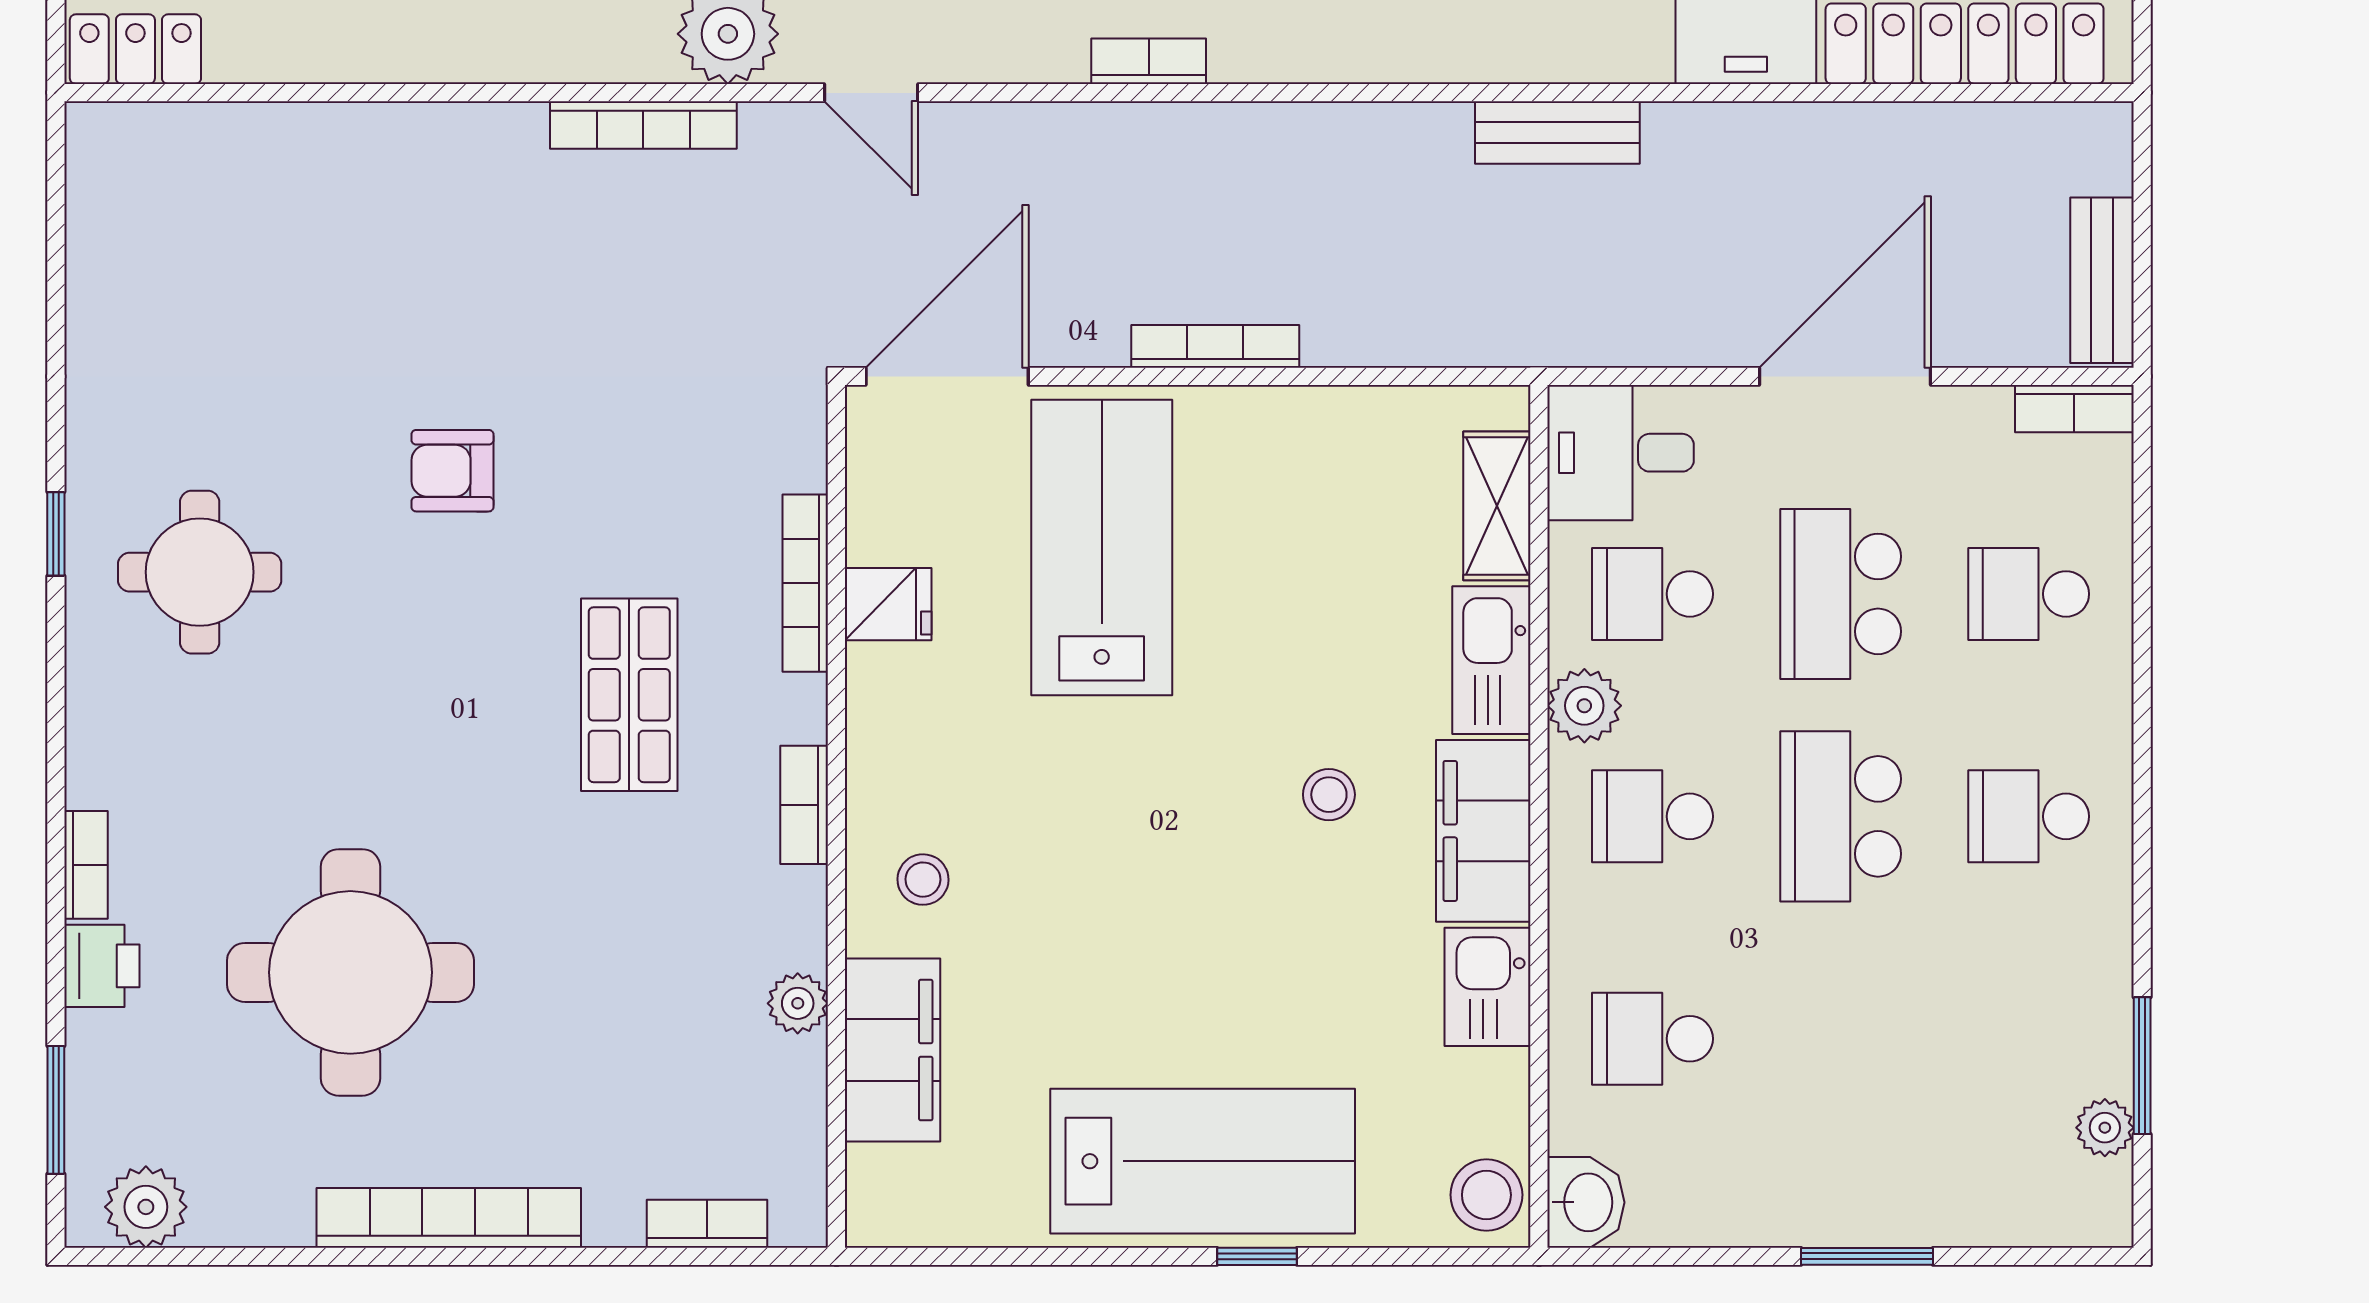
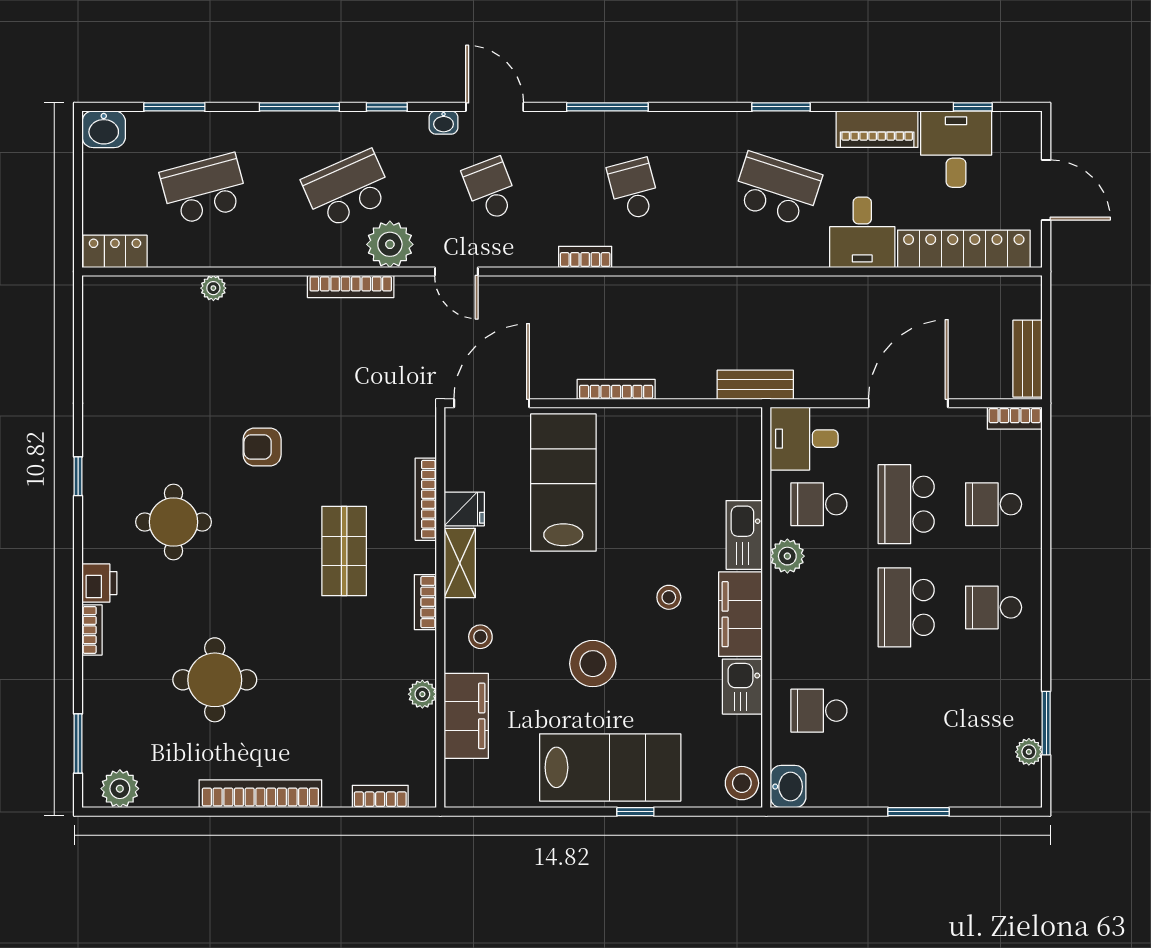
plant: (347, 128) -> (213, 288), added
bench: (1557, 132) -> (755, 385), moved
shelving: (1497, 506) -> (460, 563), moved
round table: (200, 572) -> (174, 522), moved
school desk: (1652, 816) -> (819, 607), removed
stool: (1165, 937) -> (593, 664), added
printer: (102, 966) -> (99, 583), moved
round table: (350, 972) -> (215, 680), width x0.73, depth x0.73

